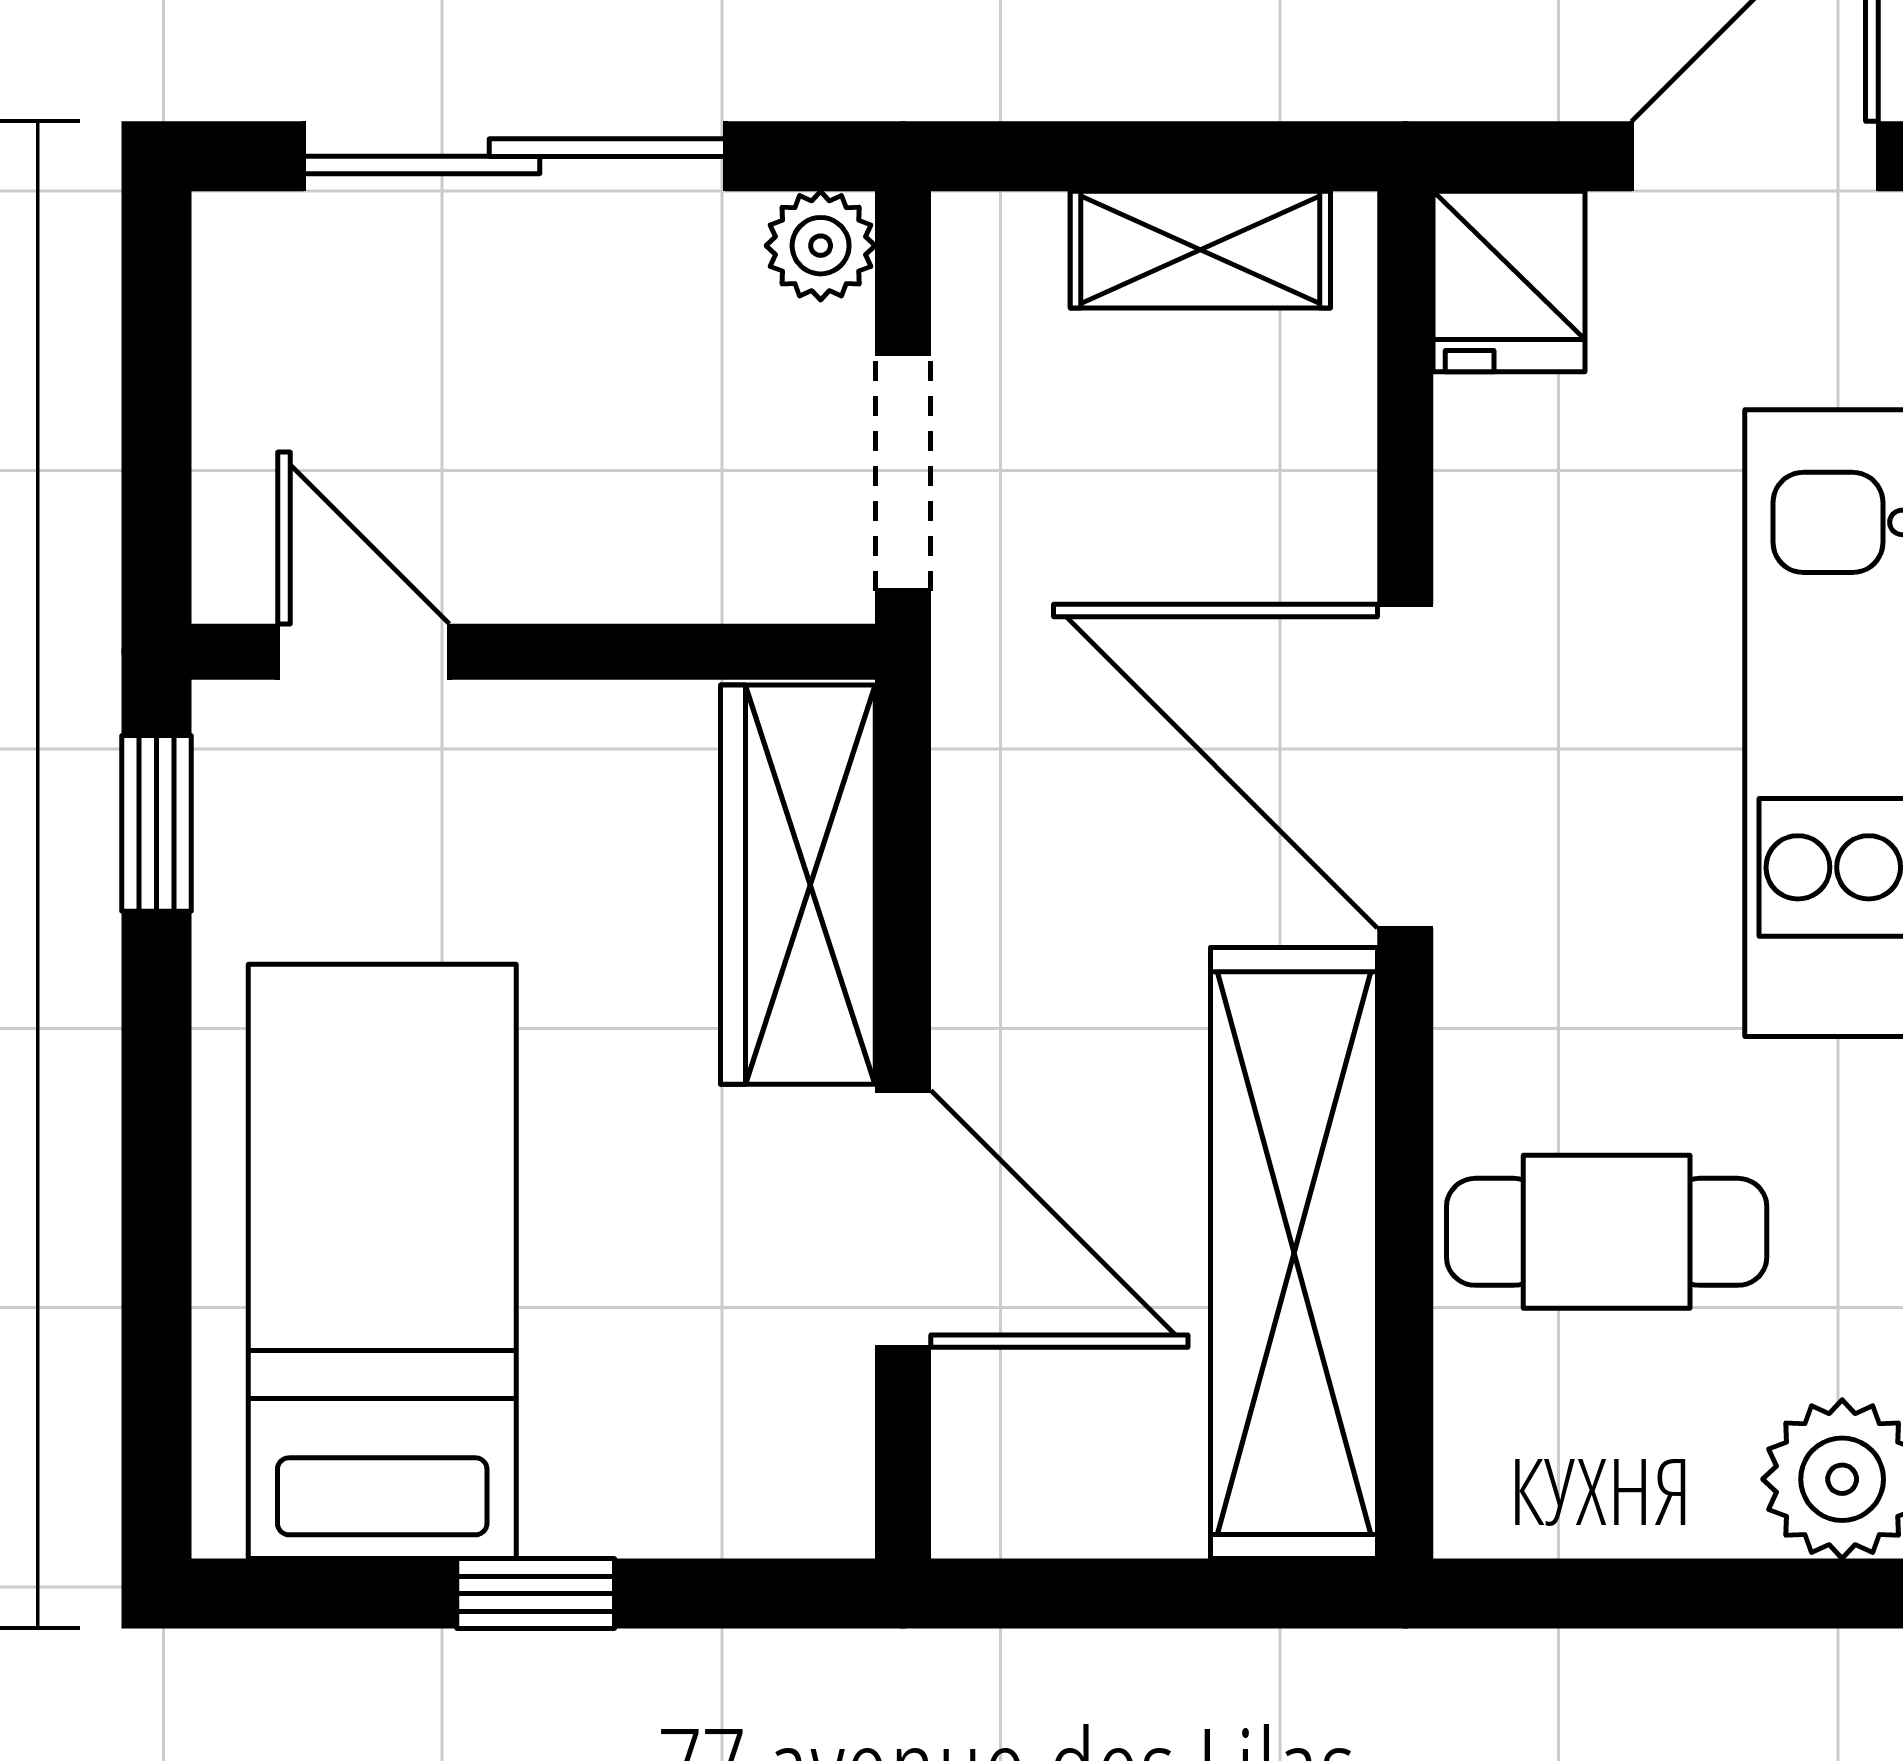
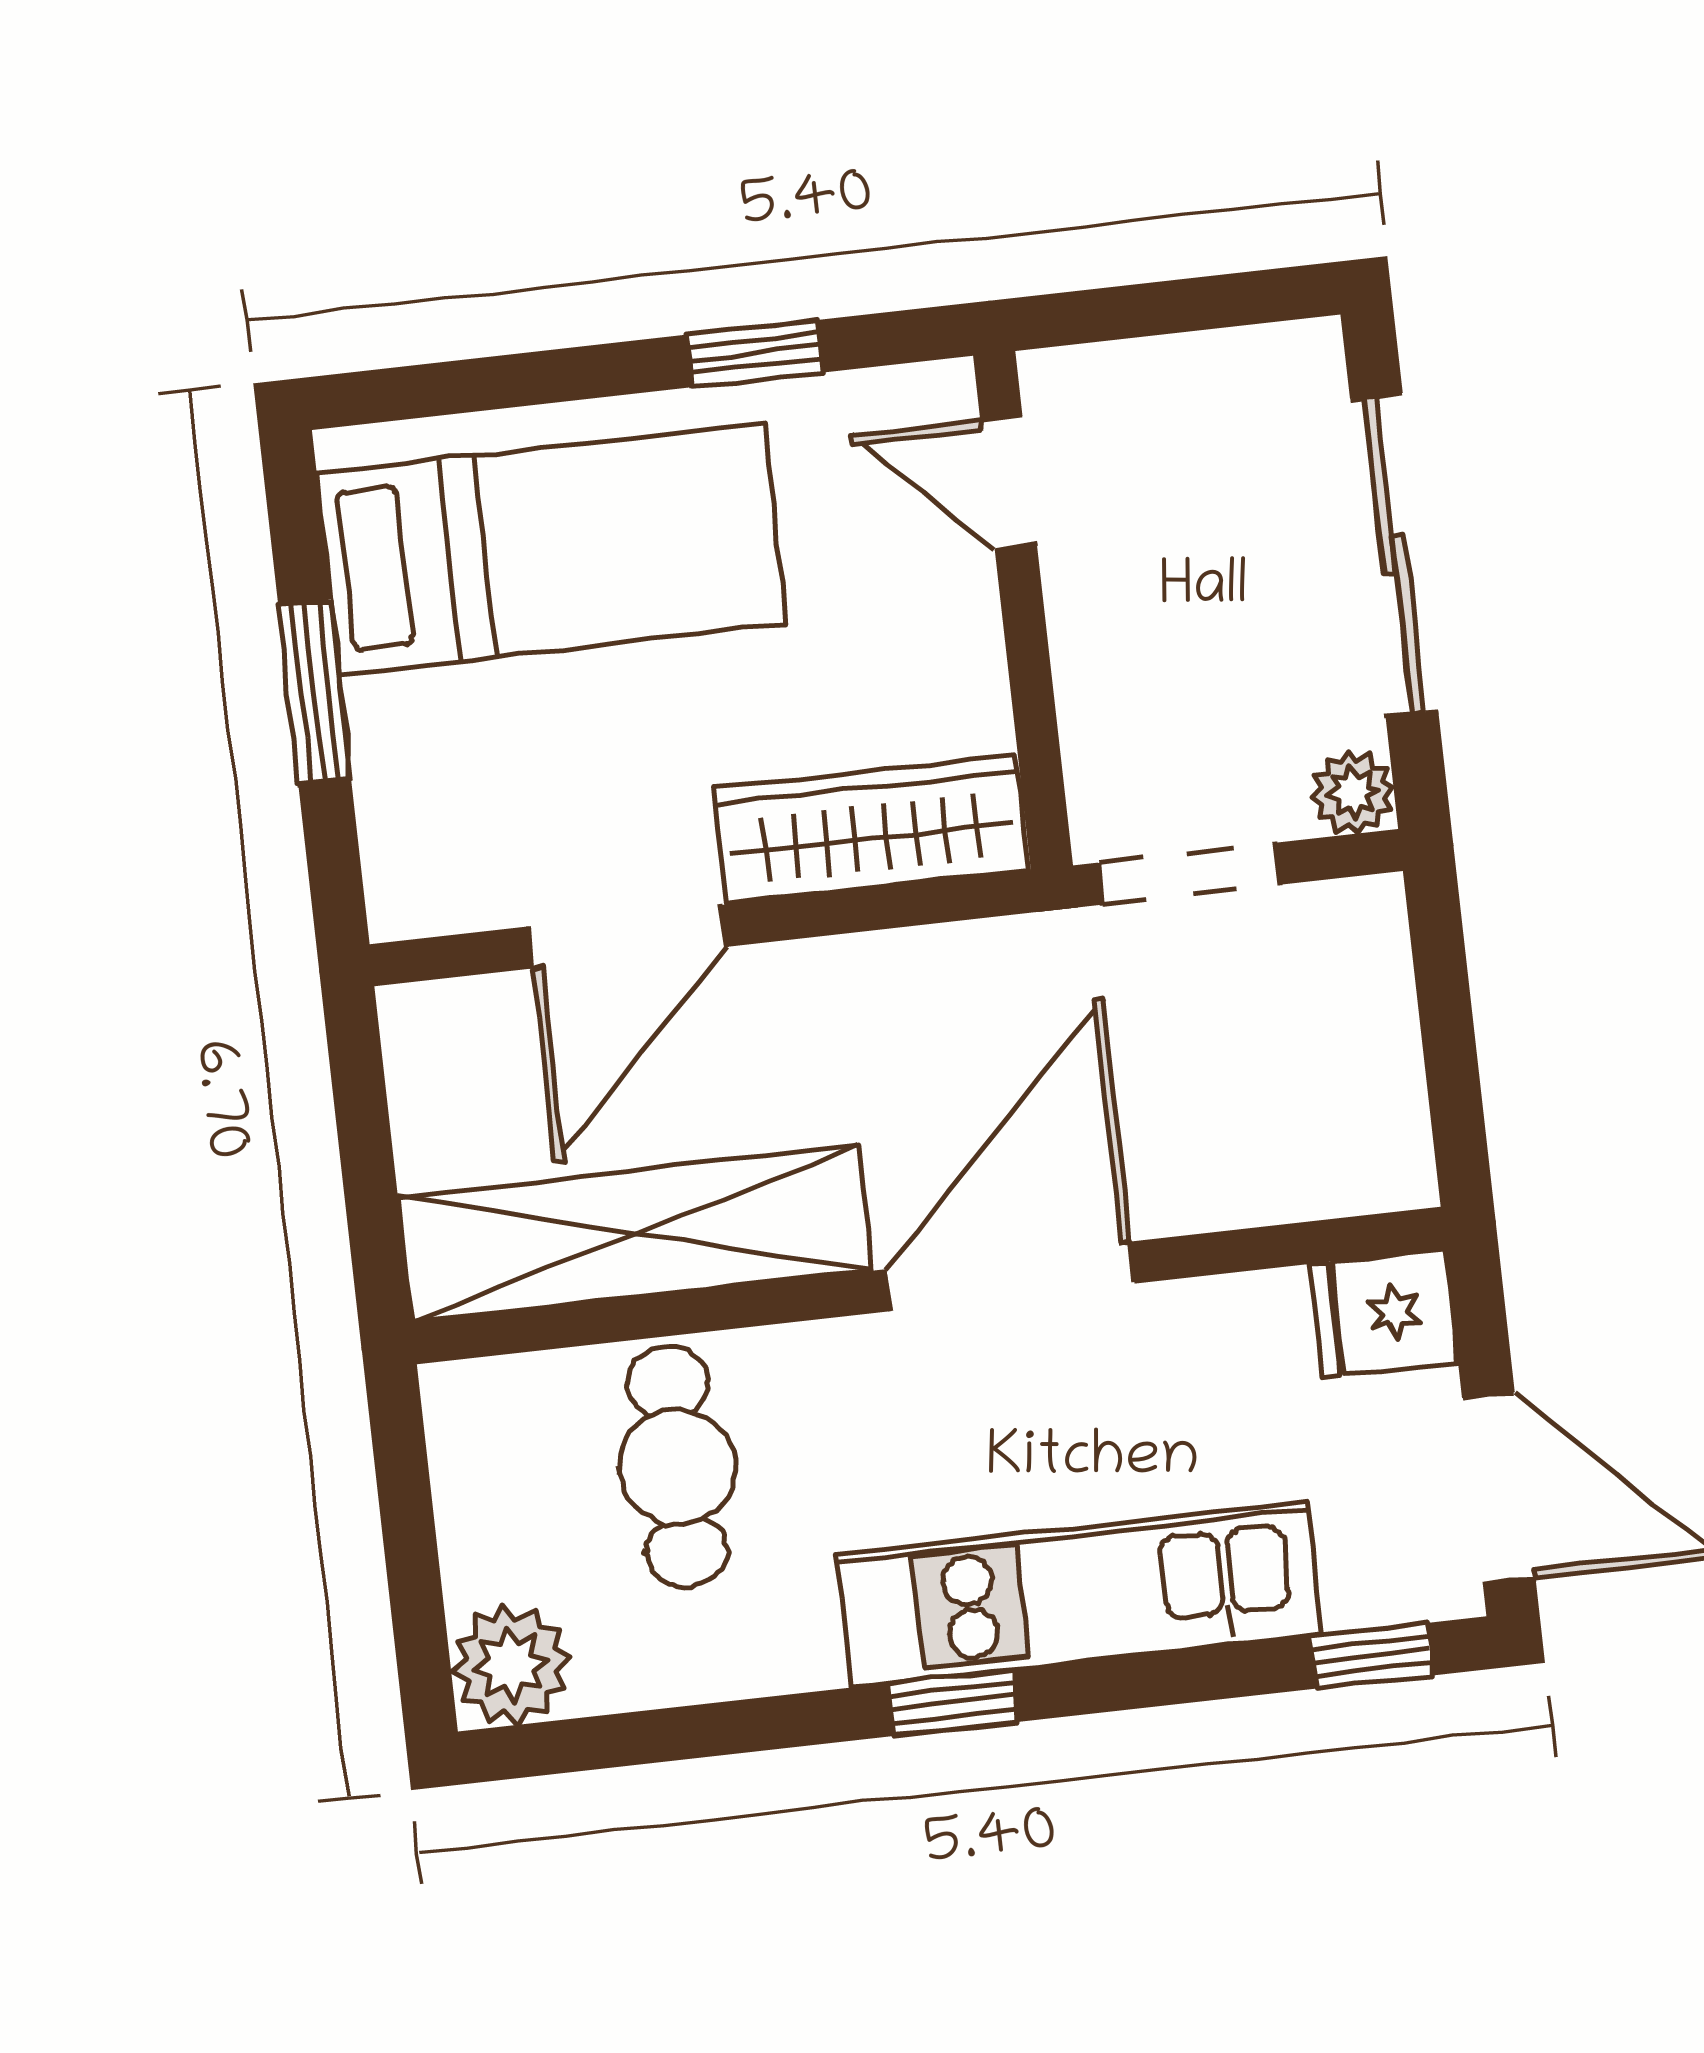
shelving: (1200, 250) -> (1382, 1079), removed
door: (364, 652) -> (1009, 483), swing flipped
window: (156, 823) -> (755, 354), moved
window: (536, 1594) -> (315, 692), width x1.50

